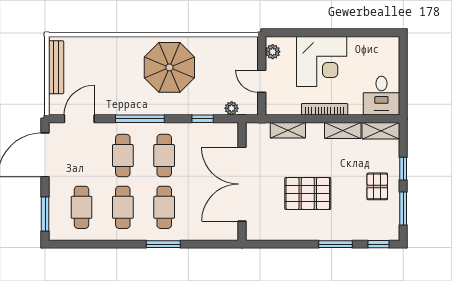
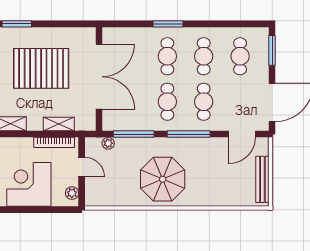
bookcase: (325, 109) -> (54, 142), moved
window: (203, 119) -> (134, 134), width x2.17
pallet: (308, 193) -> (41, 68), width x1.37, depth x1.41

